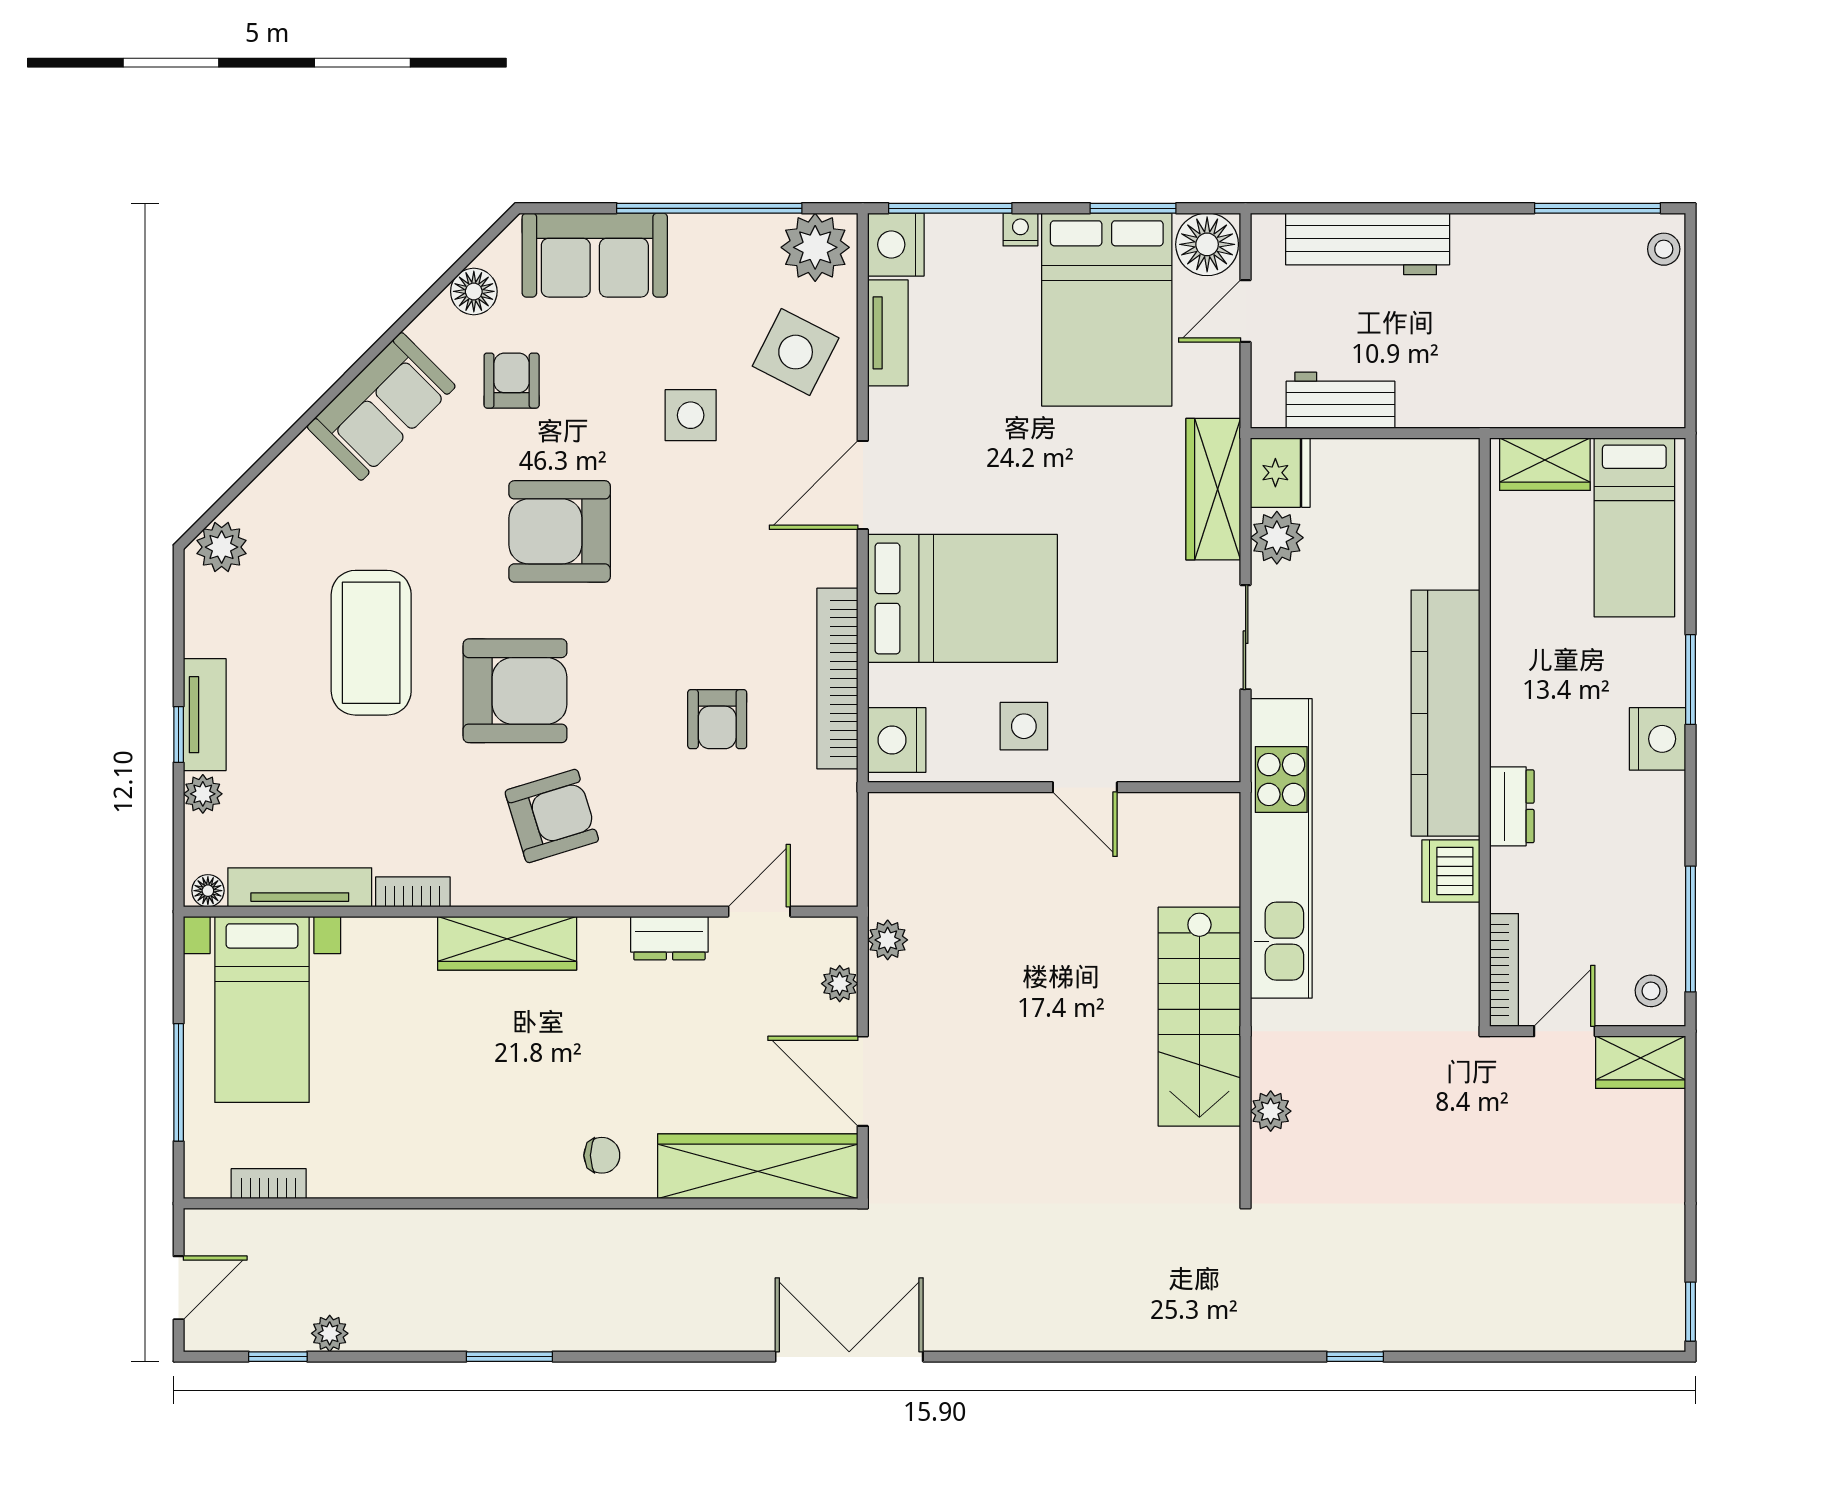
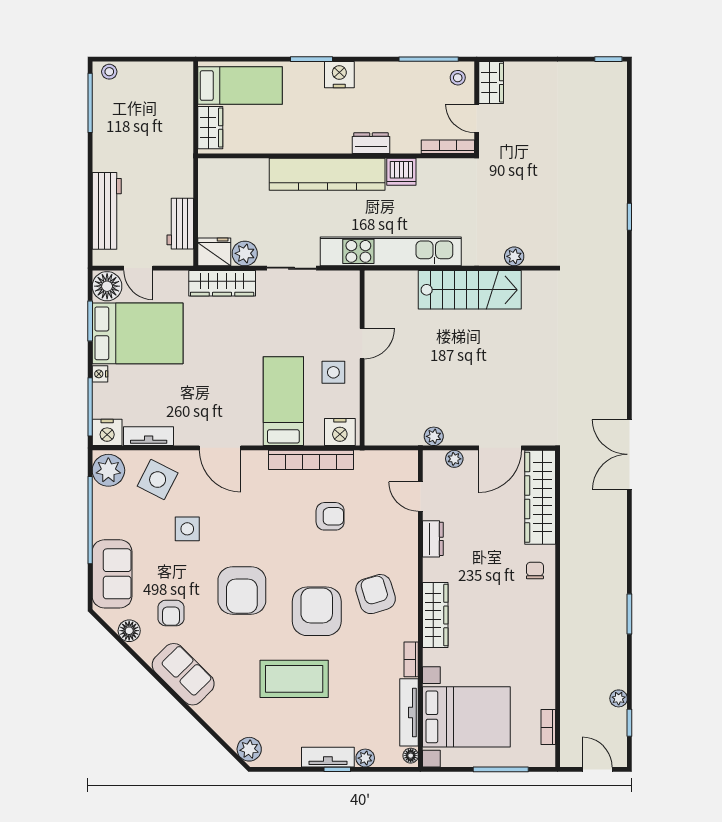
armchair: (512, 381) -> (171, 613), turned -90
bed: (962, 598) -> (283, 401), width x0.67
bed with nightstands: (262, 1009) -> (466, 717), width x1.36

